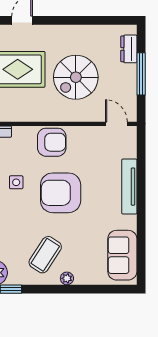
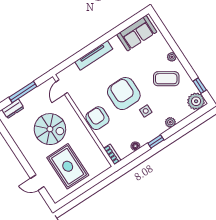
side table: (16, 182) -> (146, 111), moved
armchair: (61, 193) -> (124, 94), turned 180

